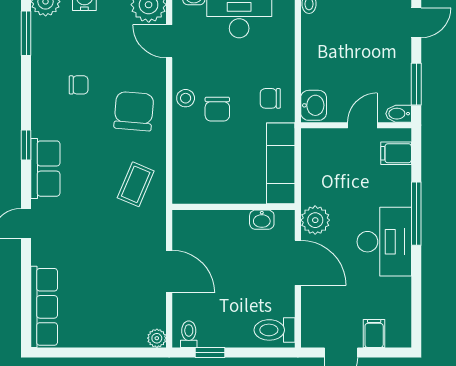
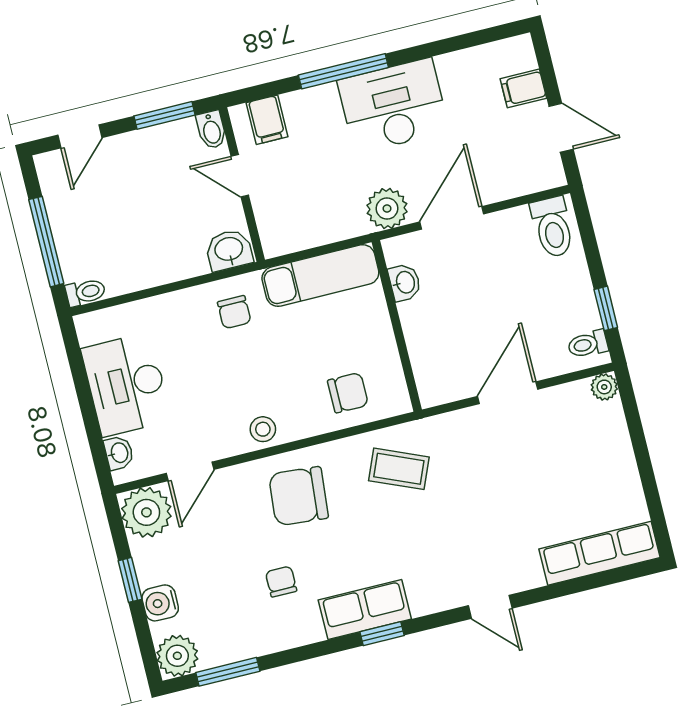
door: (416, 23) -> (80, 136), swing flipped
chair: (217, 109) -> (348, 393), moved
row of seats: (45, 169) -> (365, 609), moved

